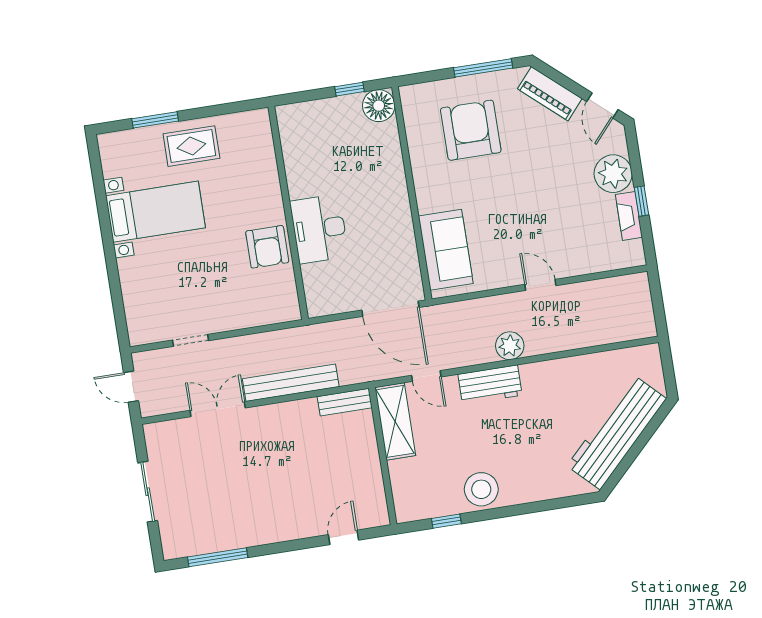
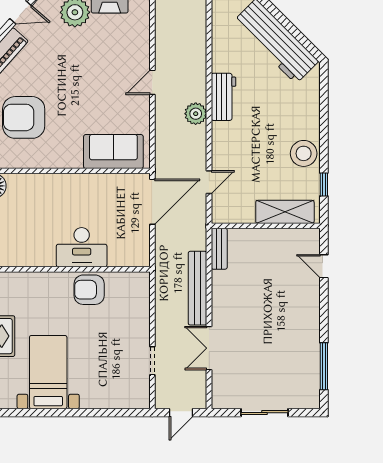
armchair: (267, 247) -> (89, 290), turned 180
workbench: (490, 385) -> (223, 97), moved
shelving: (395, 421) -> (285, 212), moved

